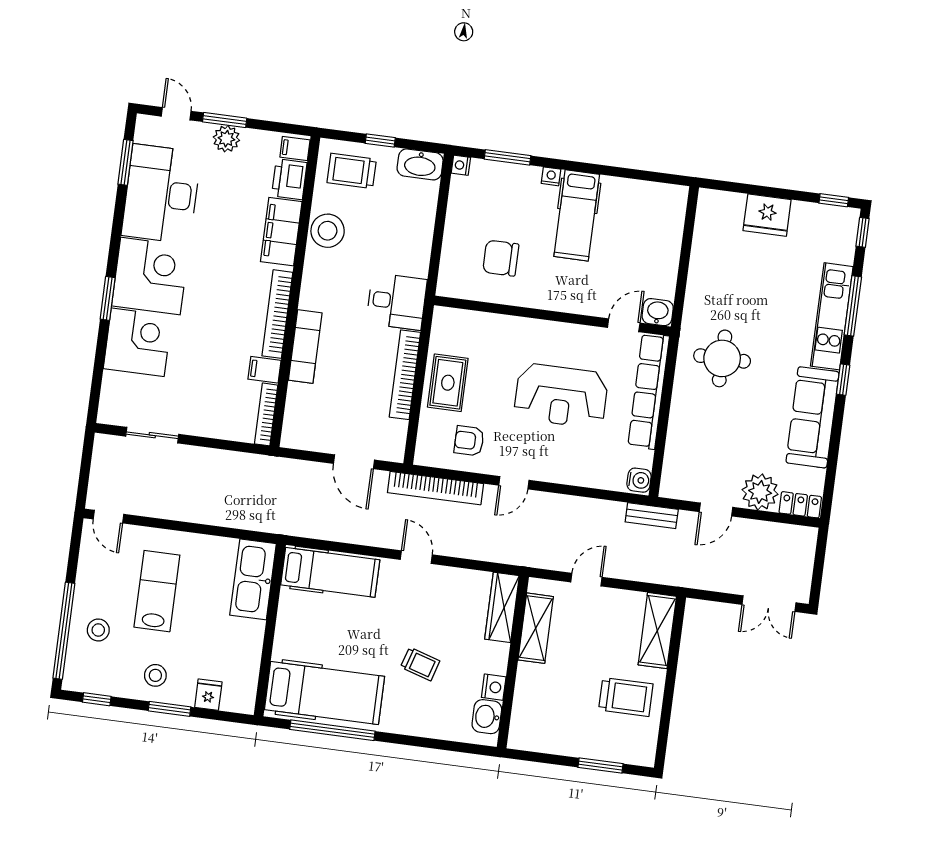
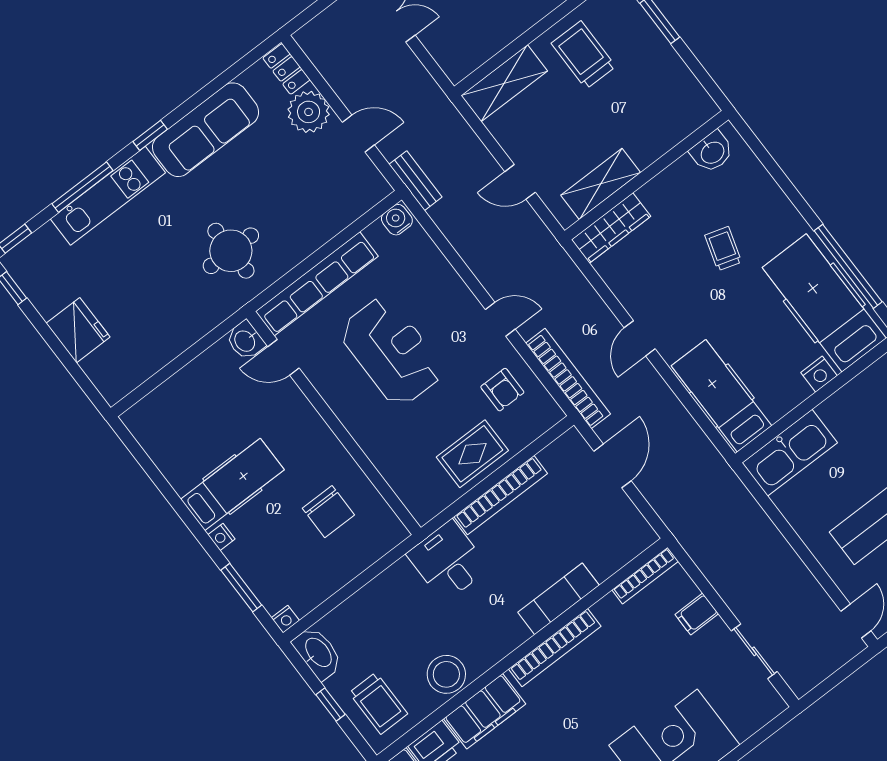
filing cabinet: (264, 370) -> (697, 614), moved, turned 90
nightstand: (494, 687) -> (819, 374), moved, turned 180

